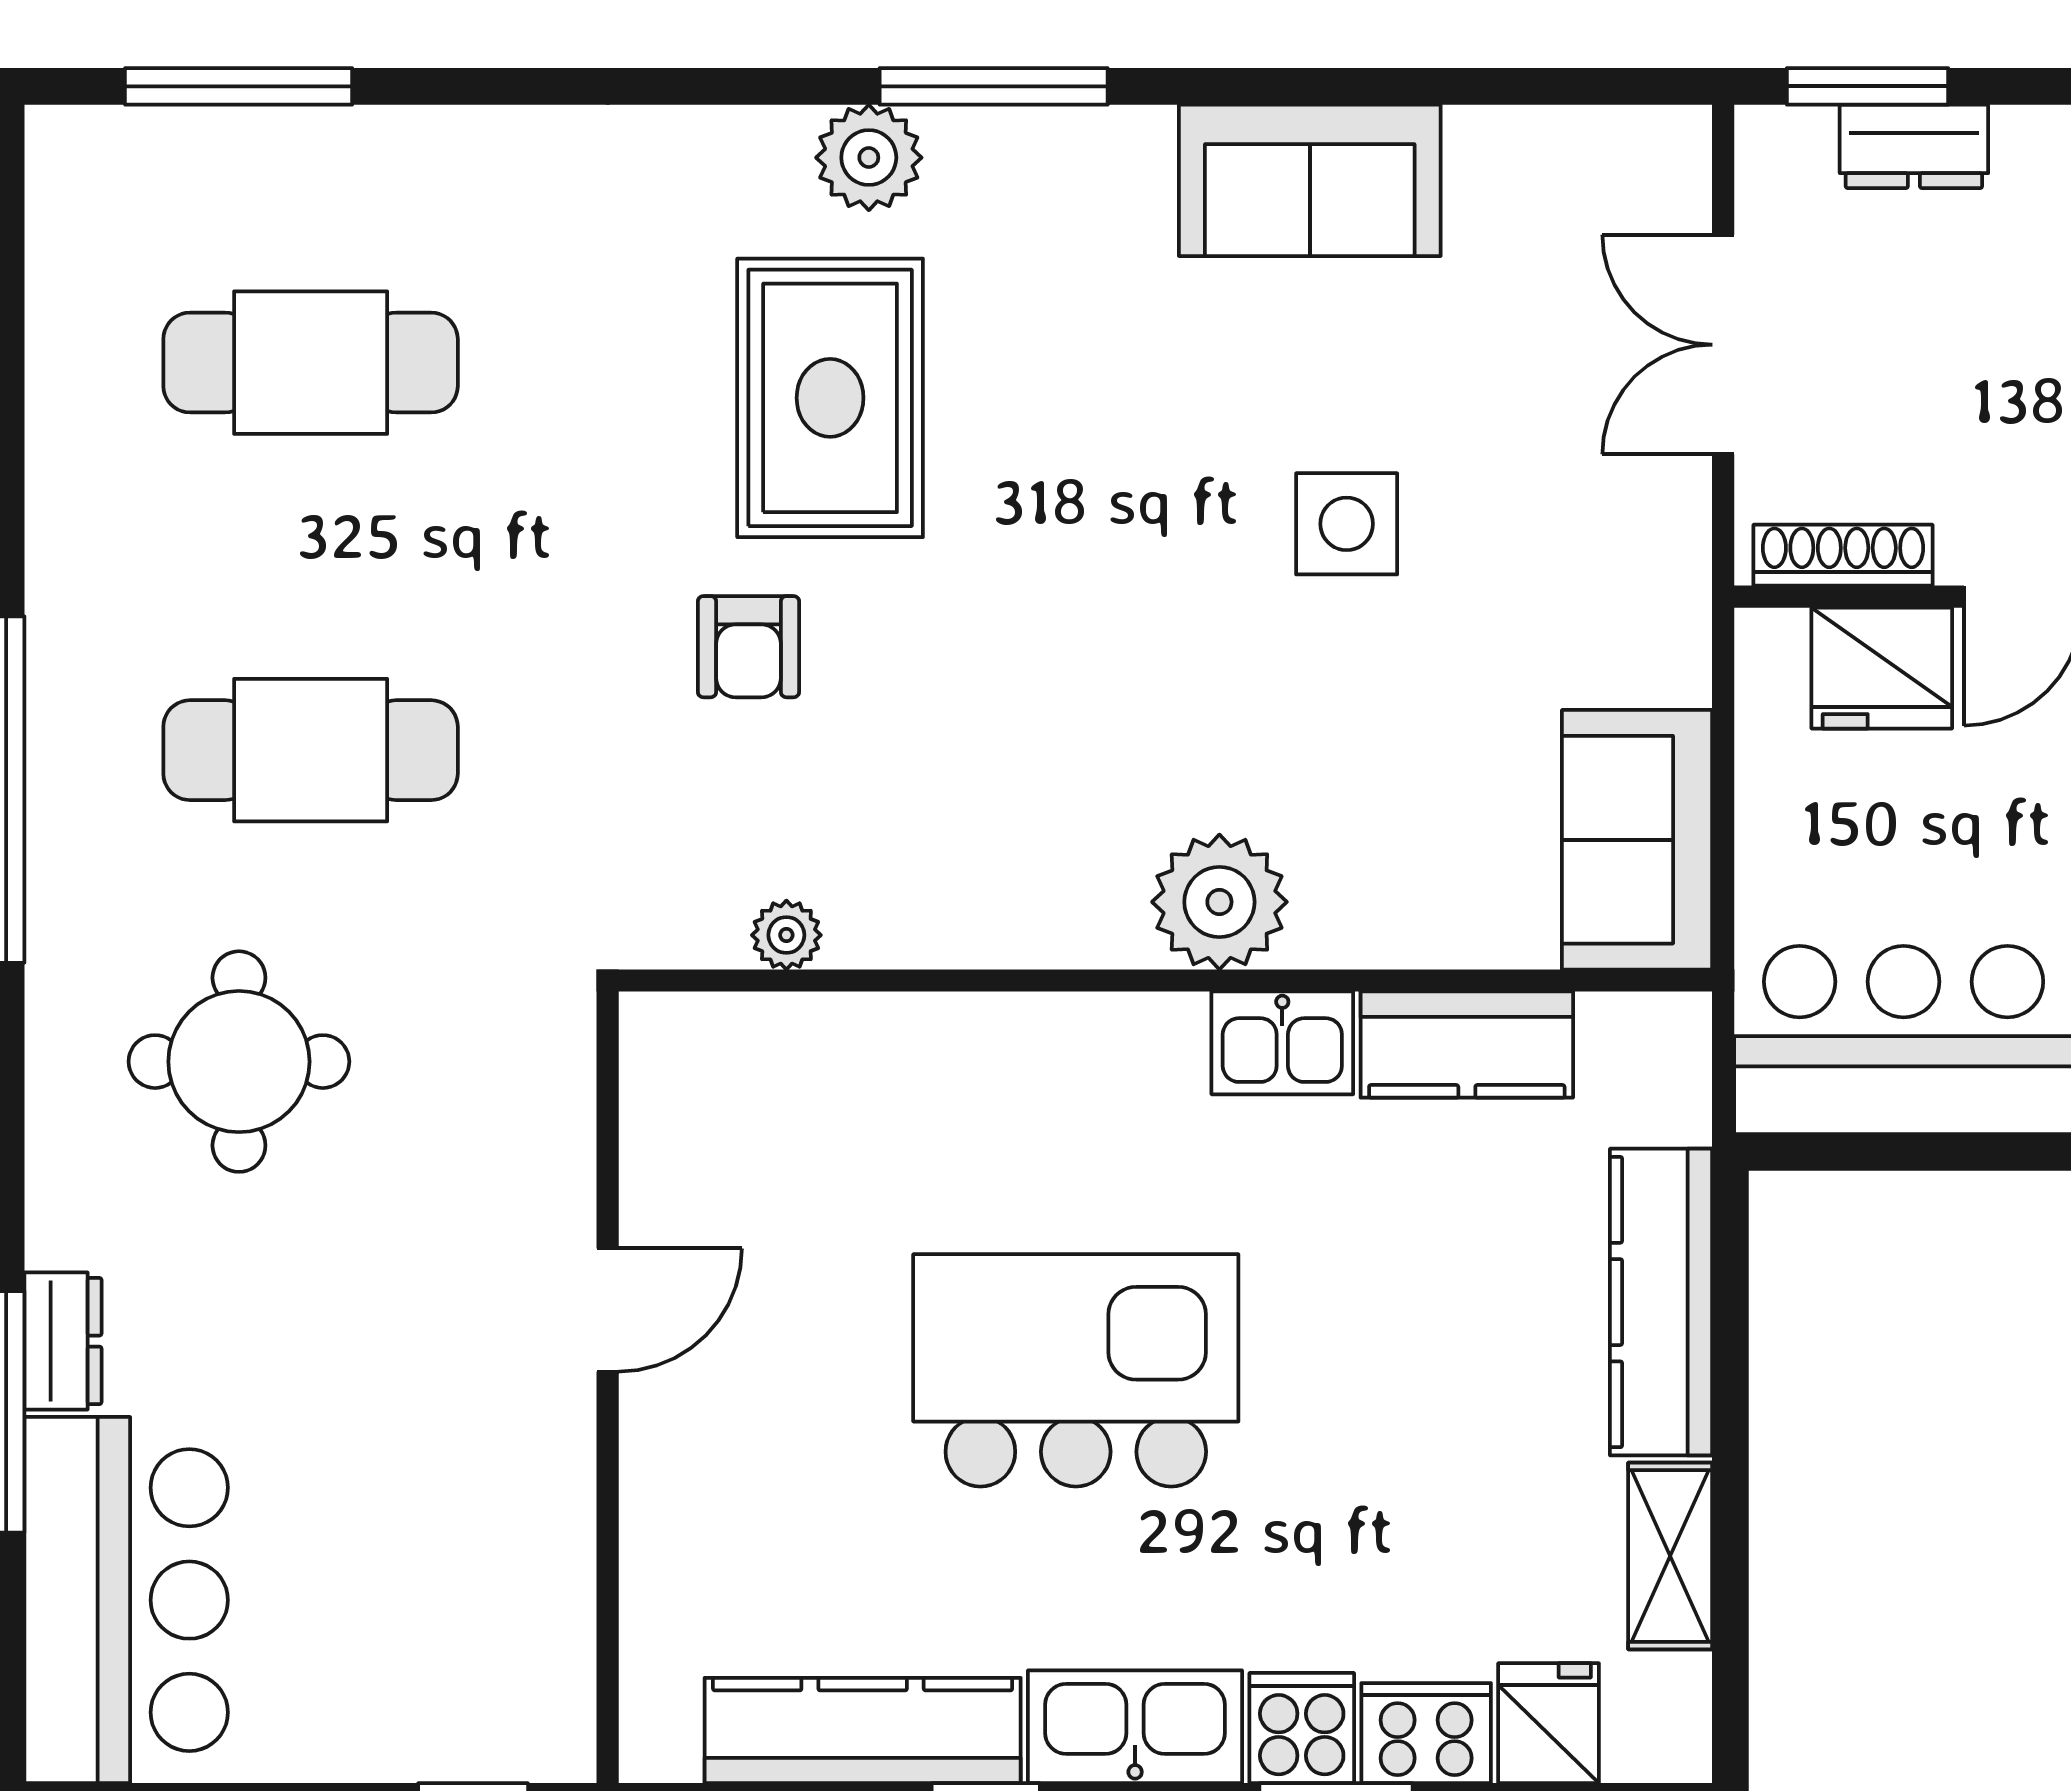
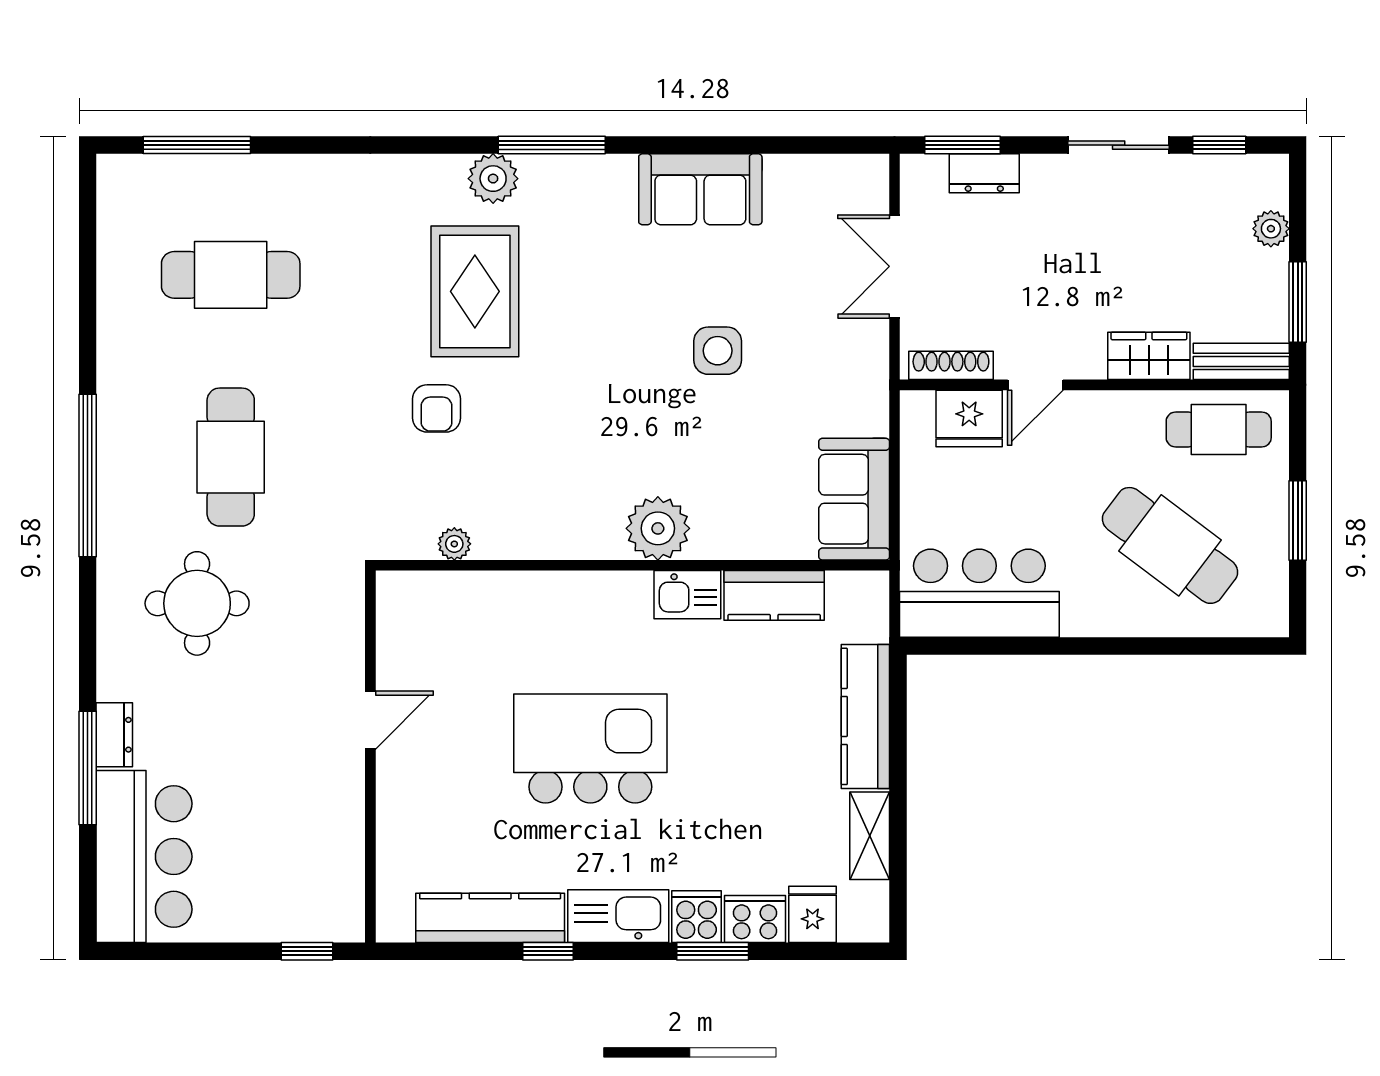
cafe table: (311, 750) -> (231, 457), turned 90

